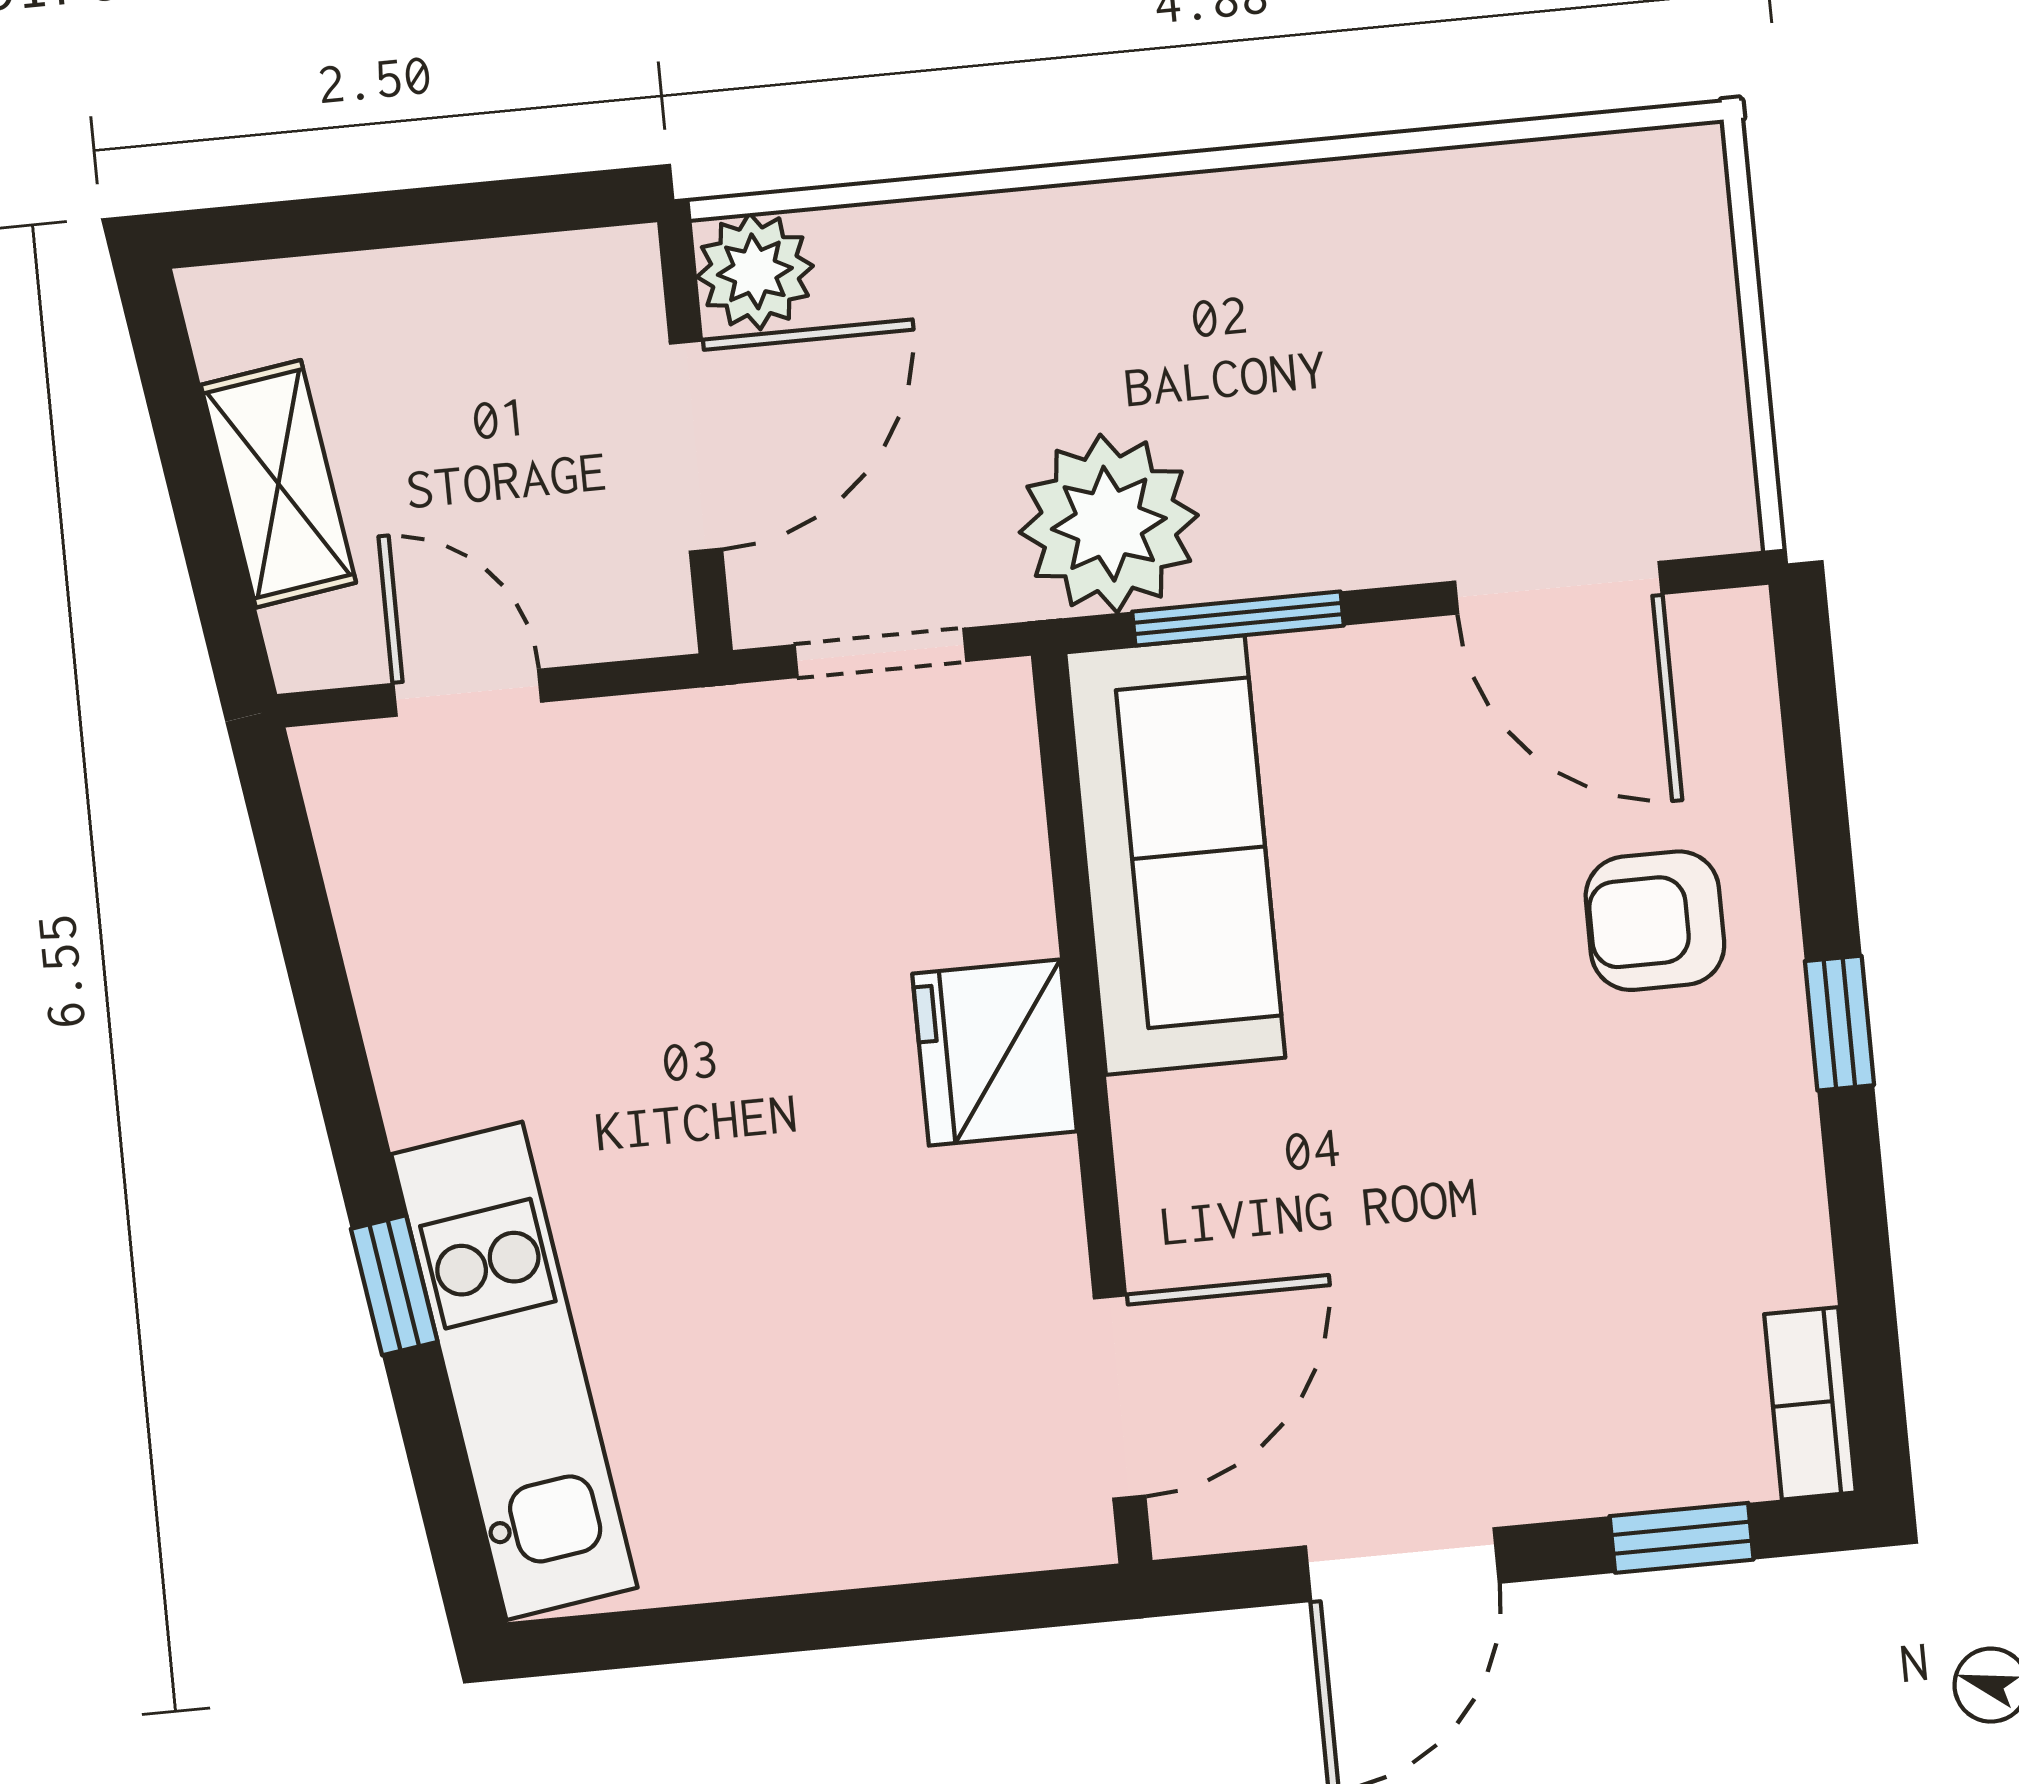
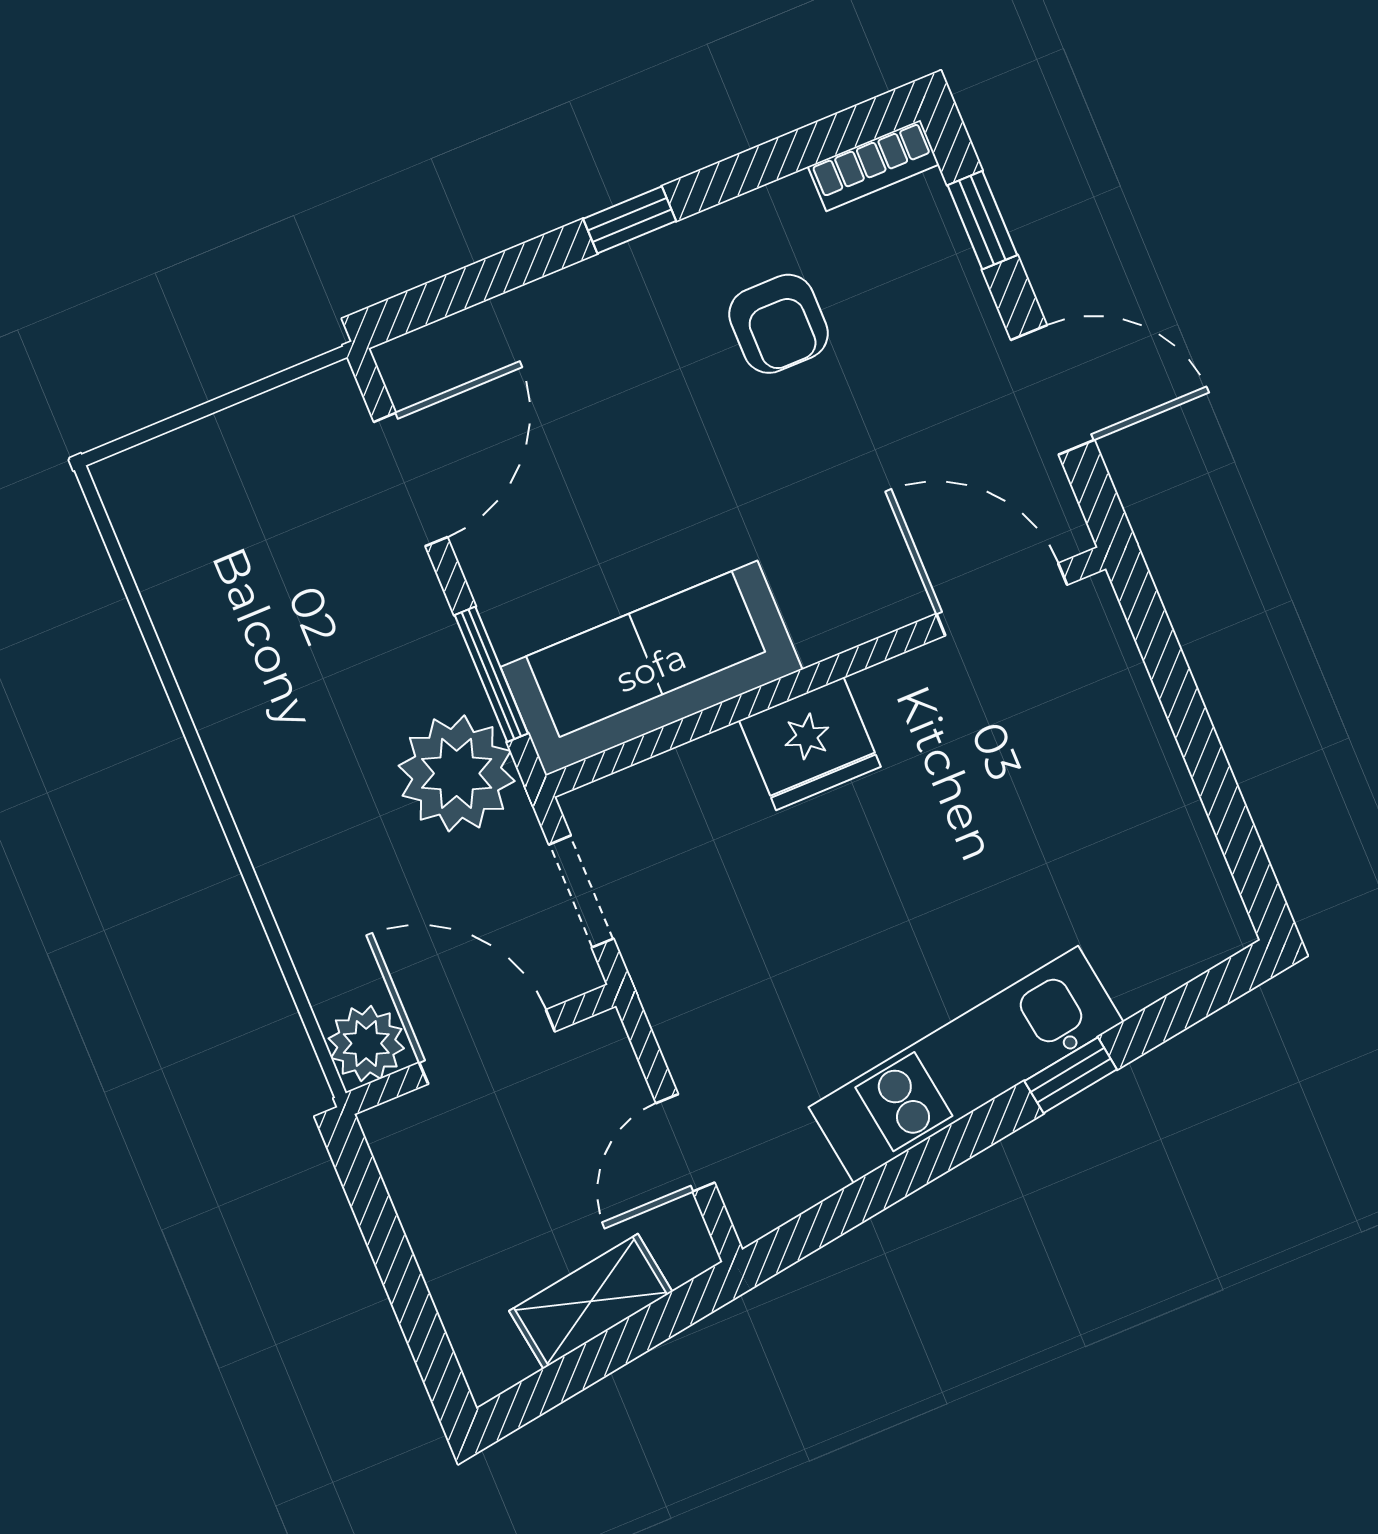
armchair: (1655, 921) -> (779, 324), moved
kitchen unit: (514, 1371) -> (966, 1065), moved

